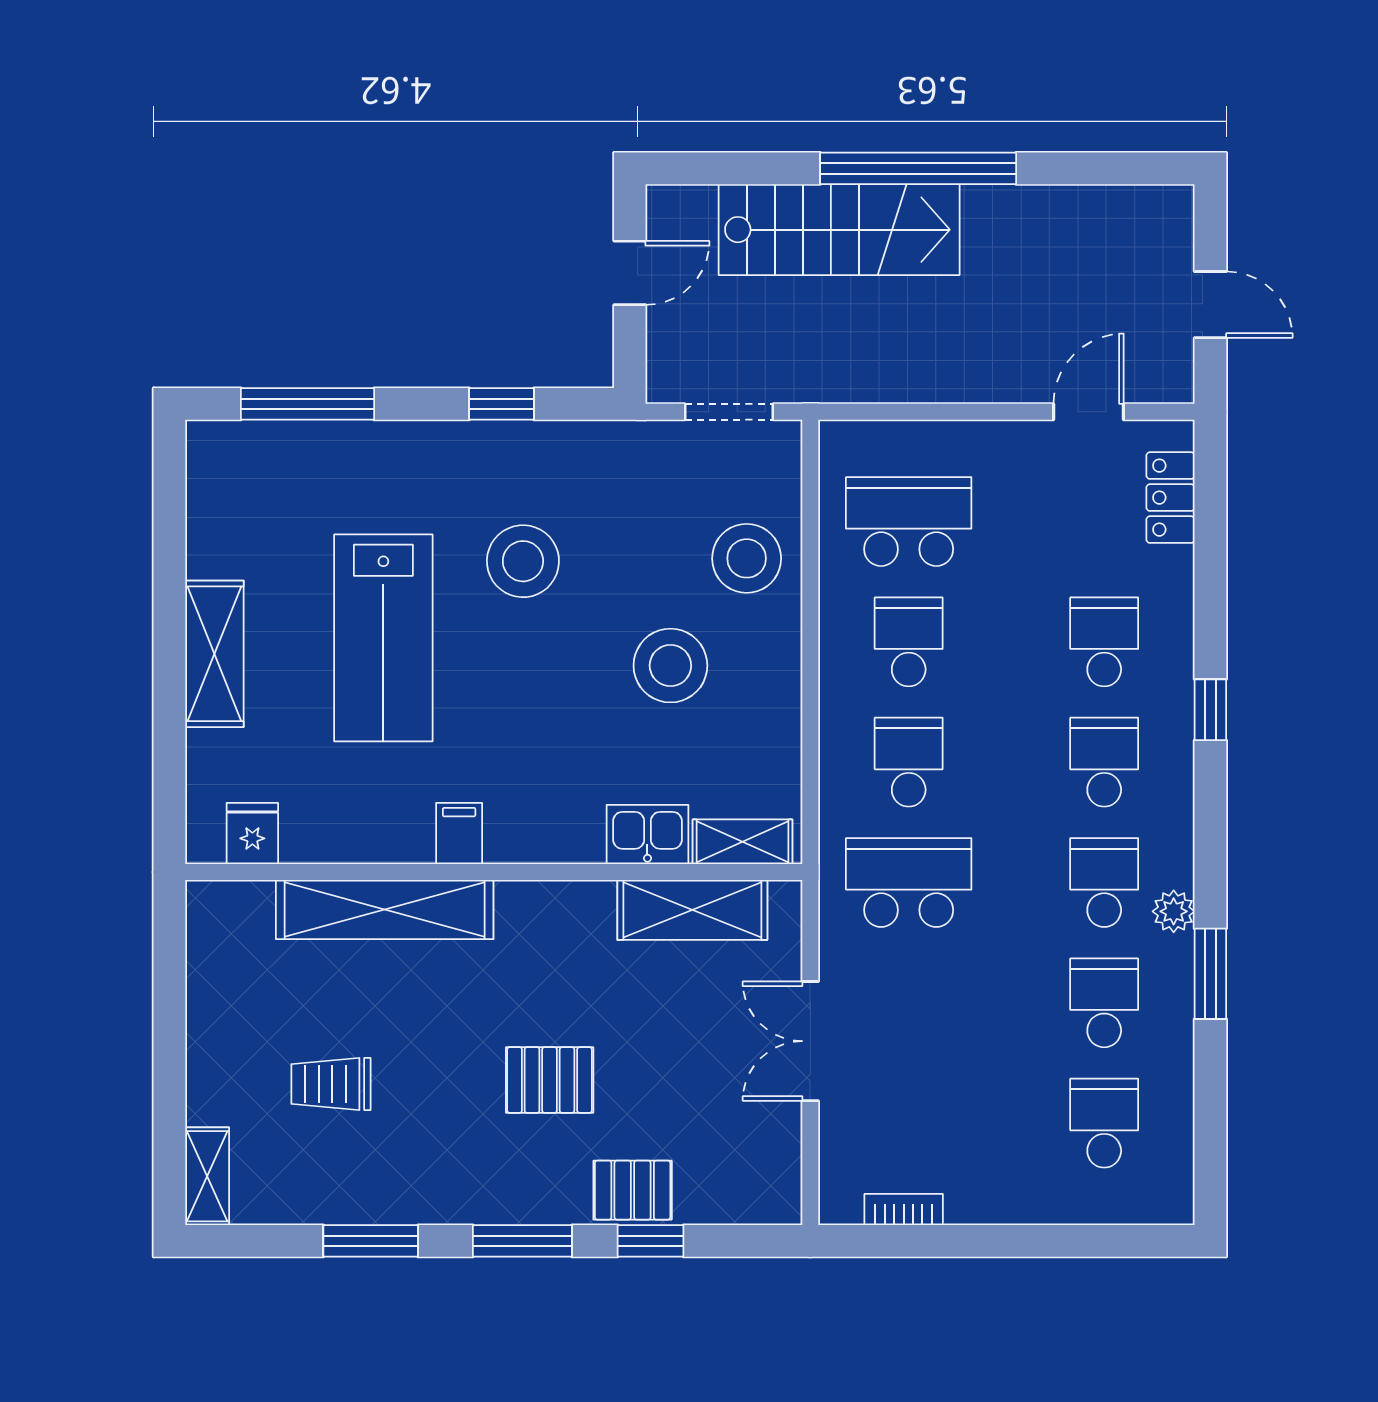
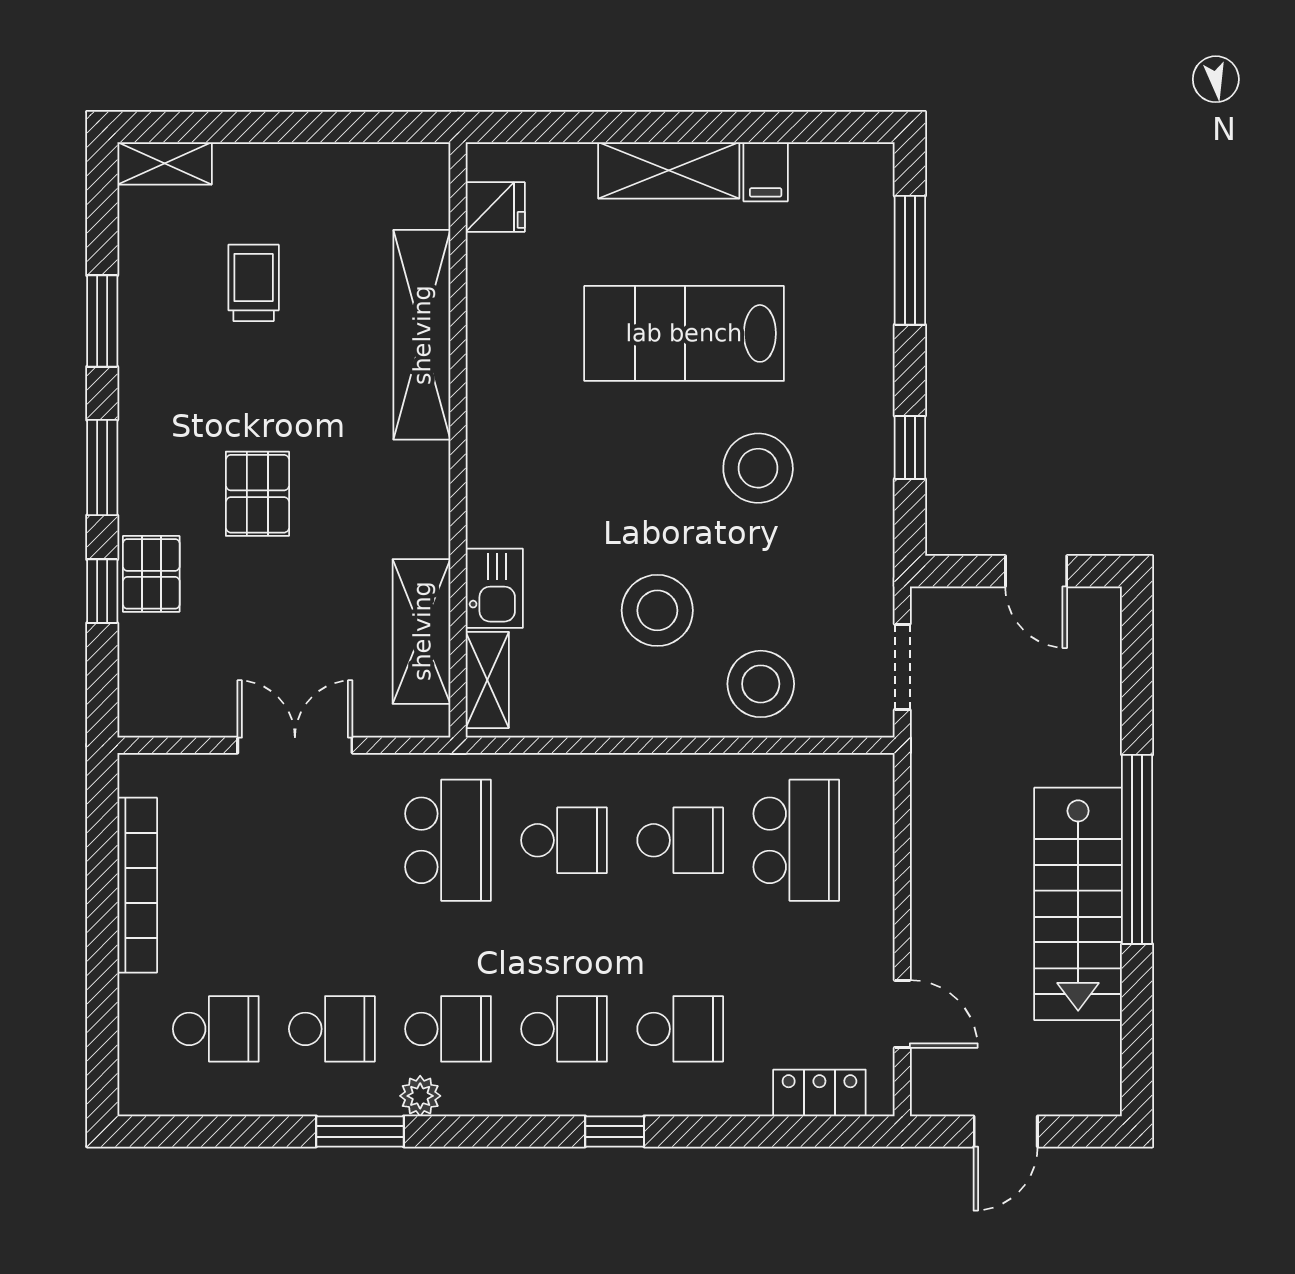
stairs: (839, 230) -> (1078, 904), moved
filing cabinet: (459, 834) -> (766, 172), moved, turned 90
bookcase: (904, 1210) -> (137, 885), width x2.31, depth x1.31

